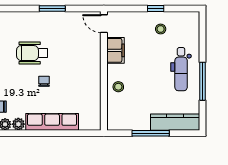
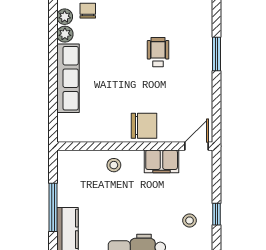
window: (52, 8) -> (217, 54), moved
wheelchair: (32, 53) -> (158, 52), width x0.73, depth x0.73
chair: (44, 81) -> (144, 126), moved, width x1.87, depth x1.87

